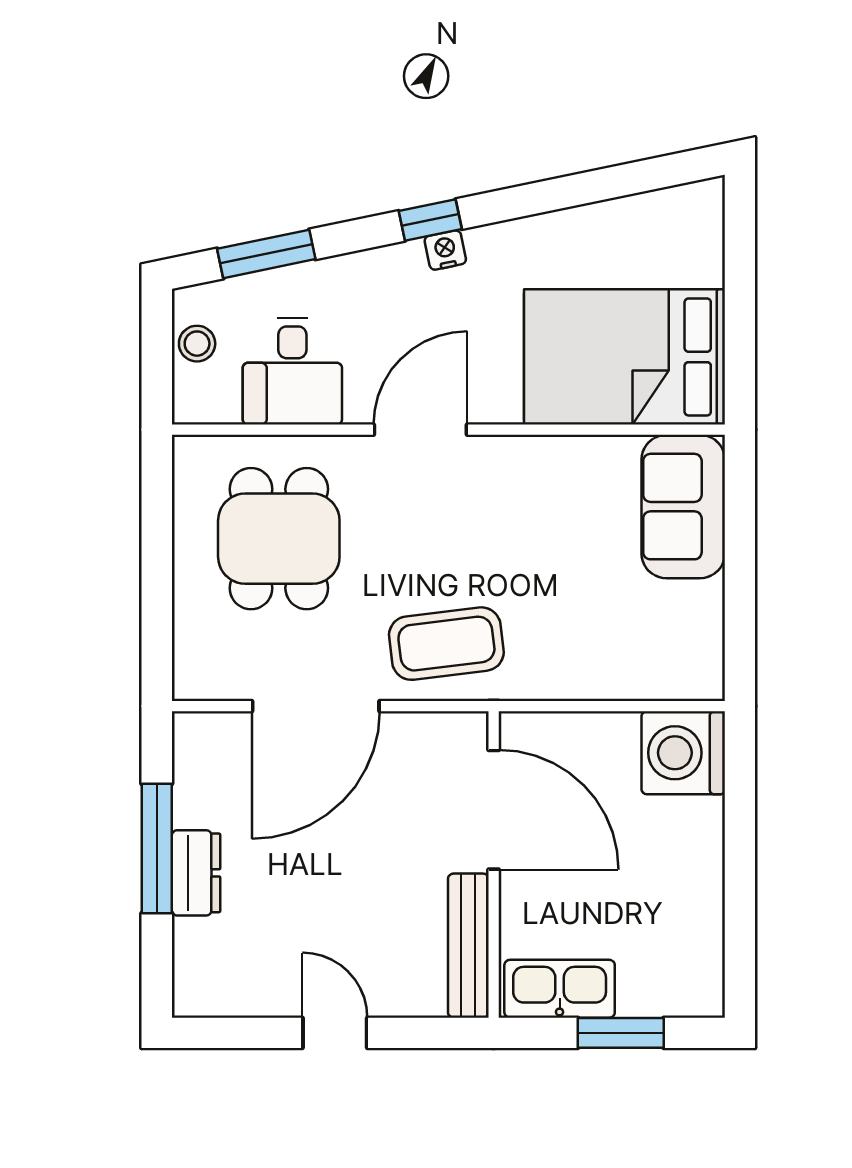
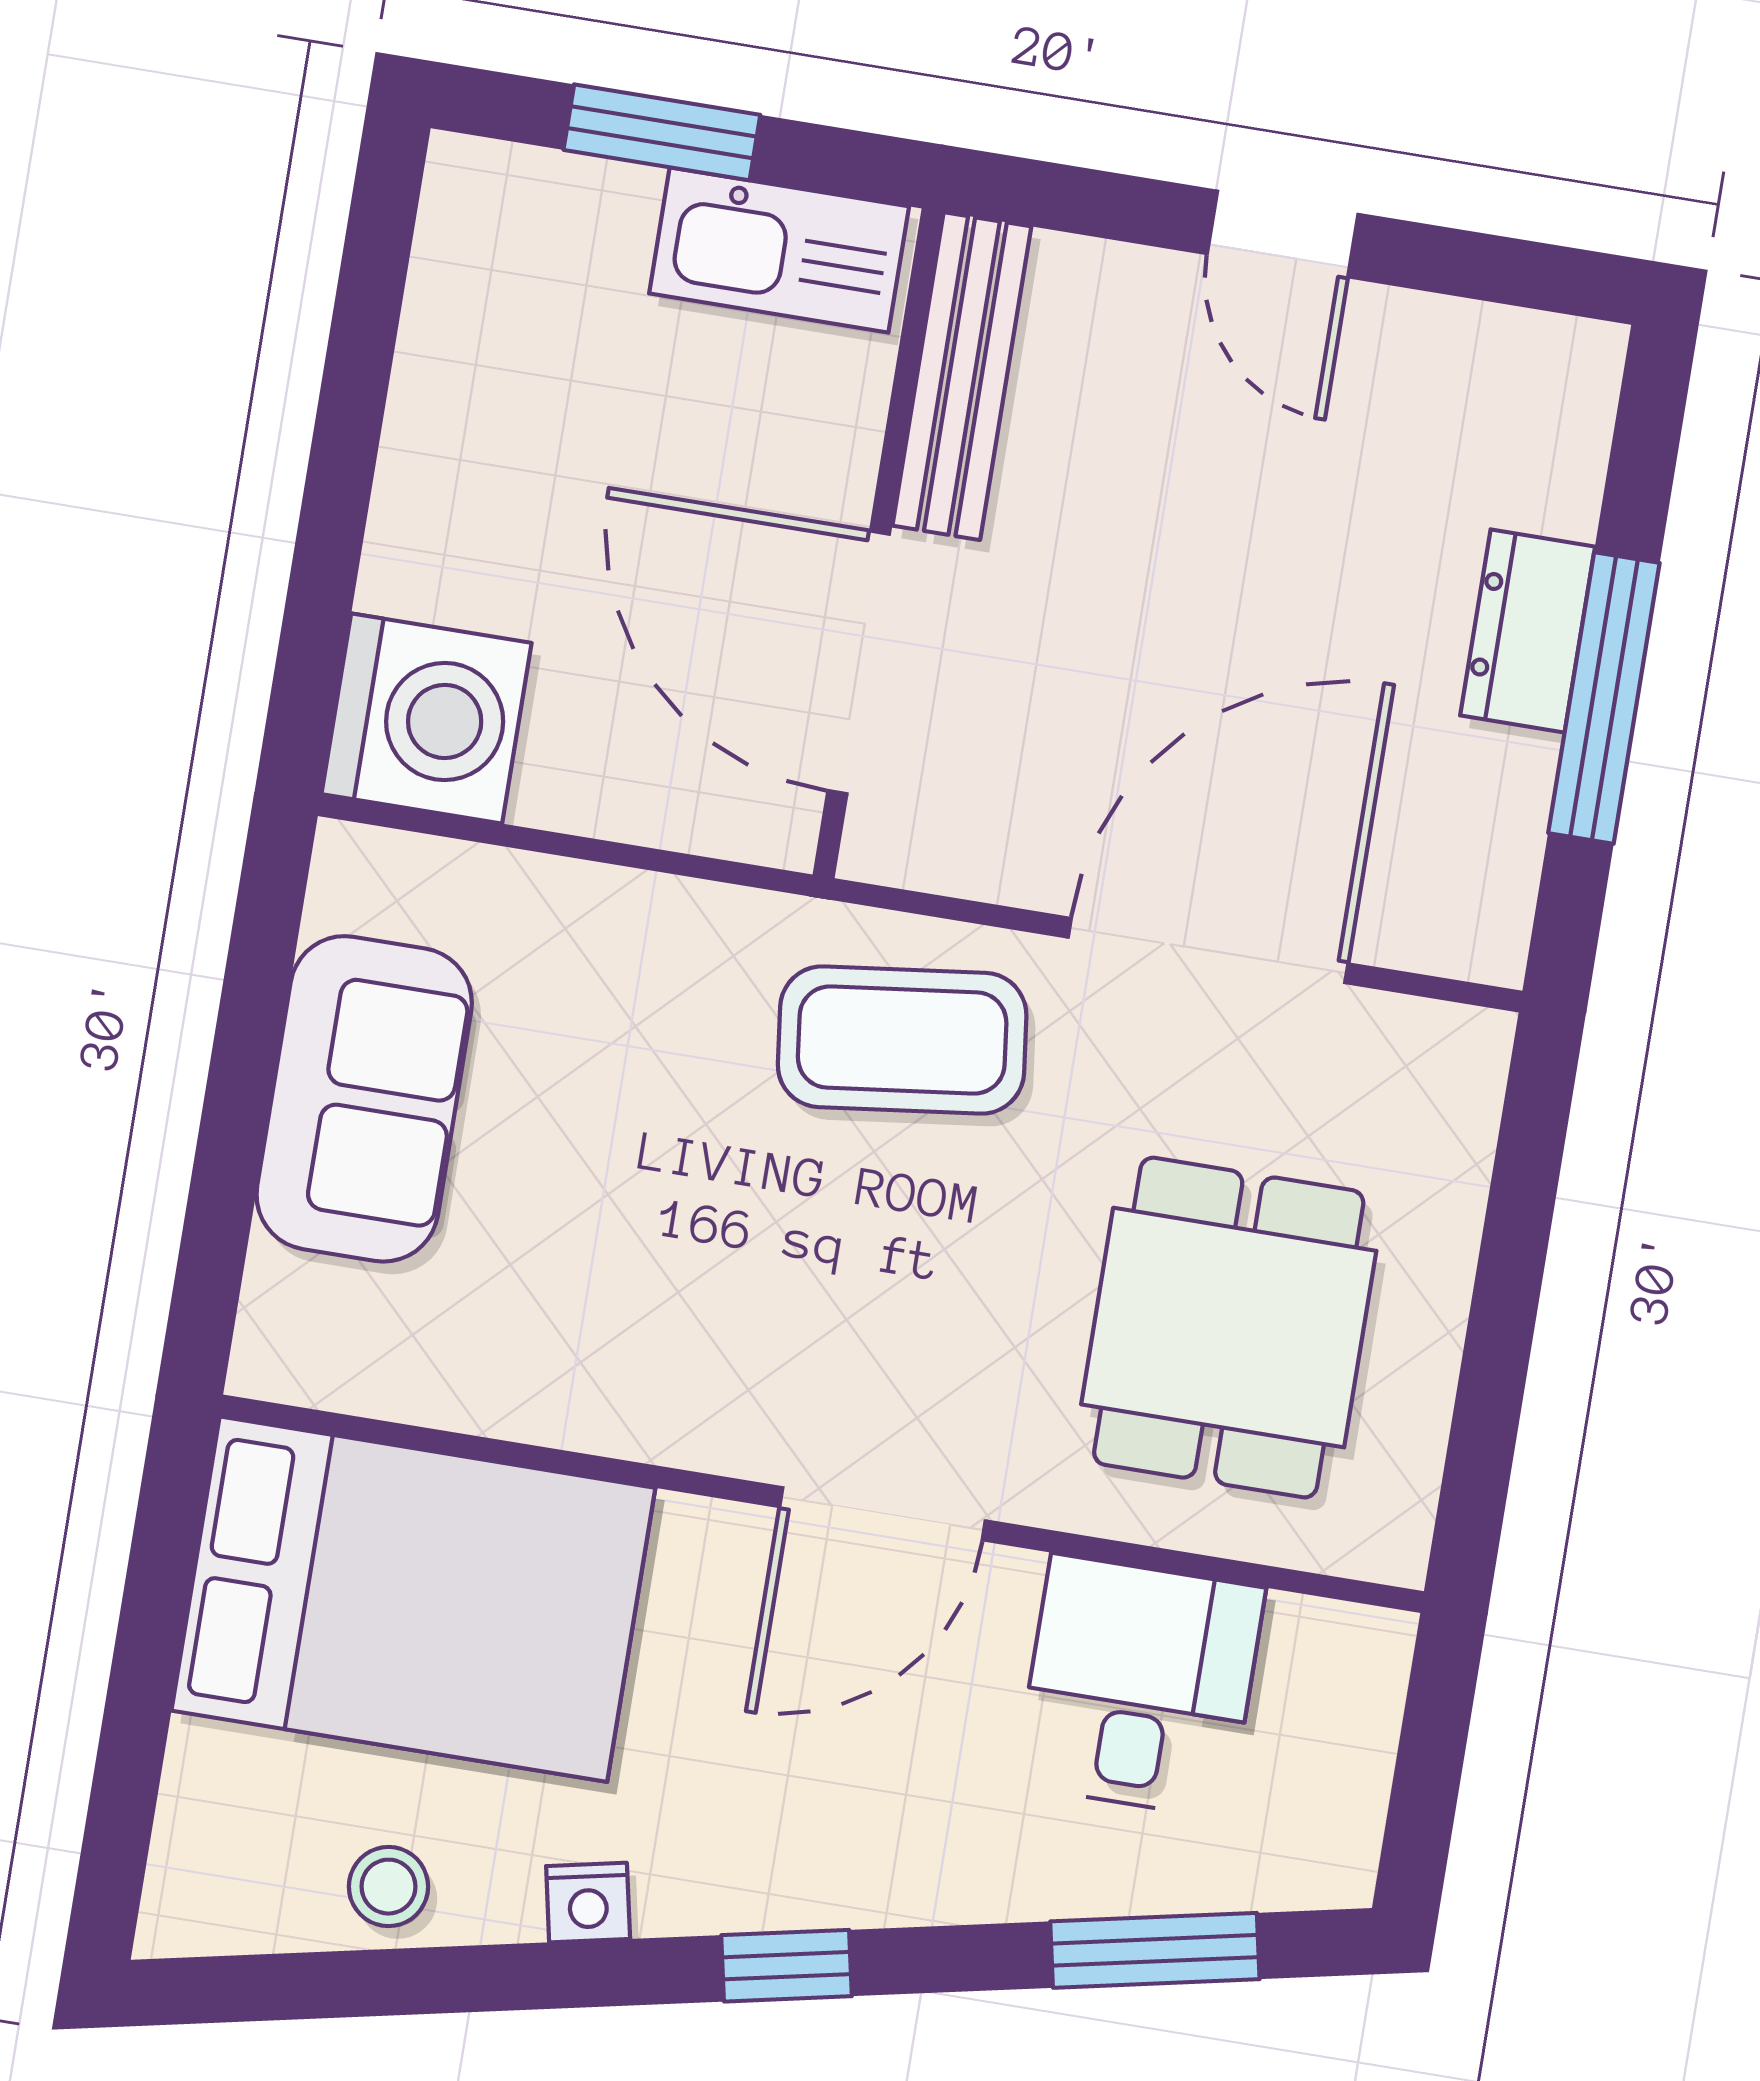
nightstand: (445, 250) -> (588, 1902), moved
stool: (197, 344) -> (388, 1887), moved
sofa: (683, 507) -> (364, 1099), moved

